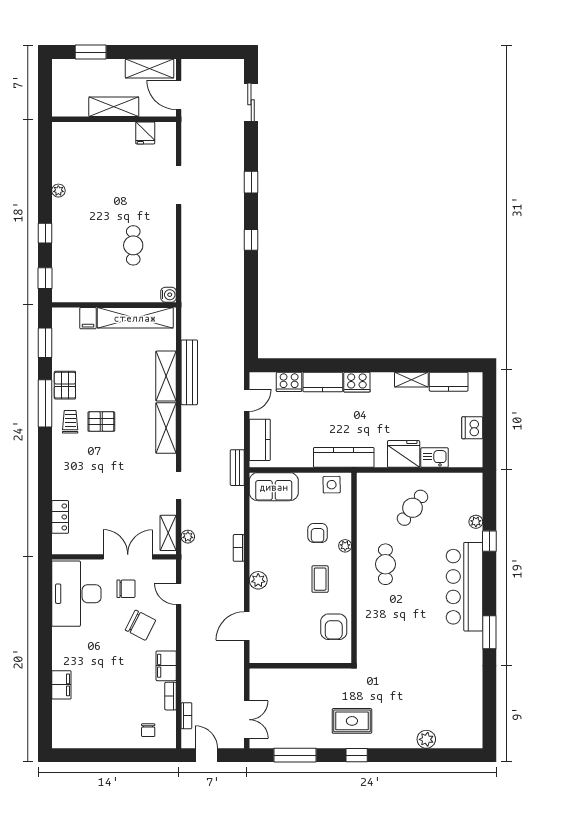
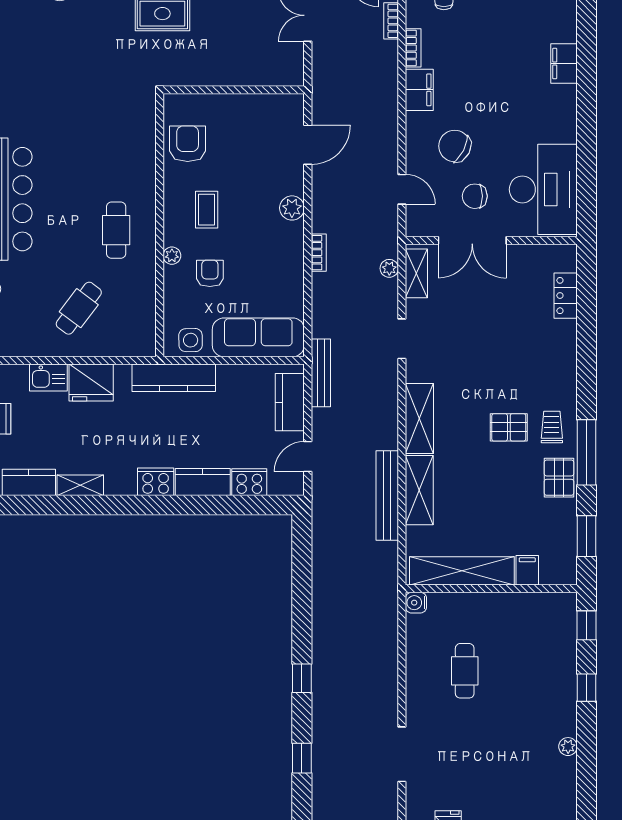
trolley: (70, 422) -> (552, 427), turned 180
bench: (237, 468) -> (321, 373), width x1.36
sofa: (274, 487) -> (258, 337), width x1.36

